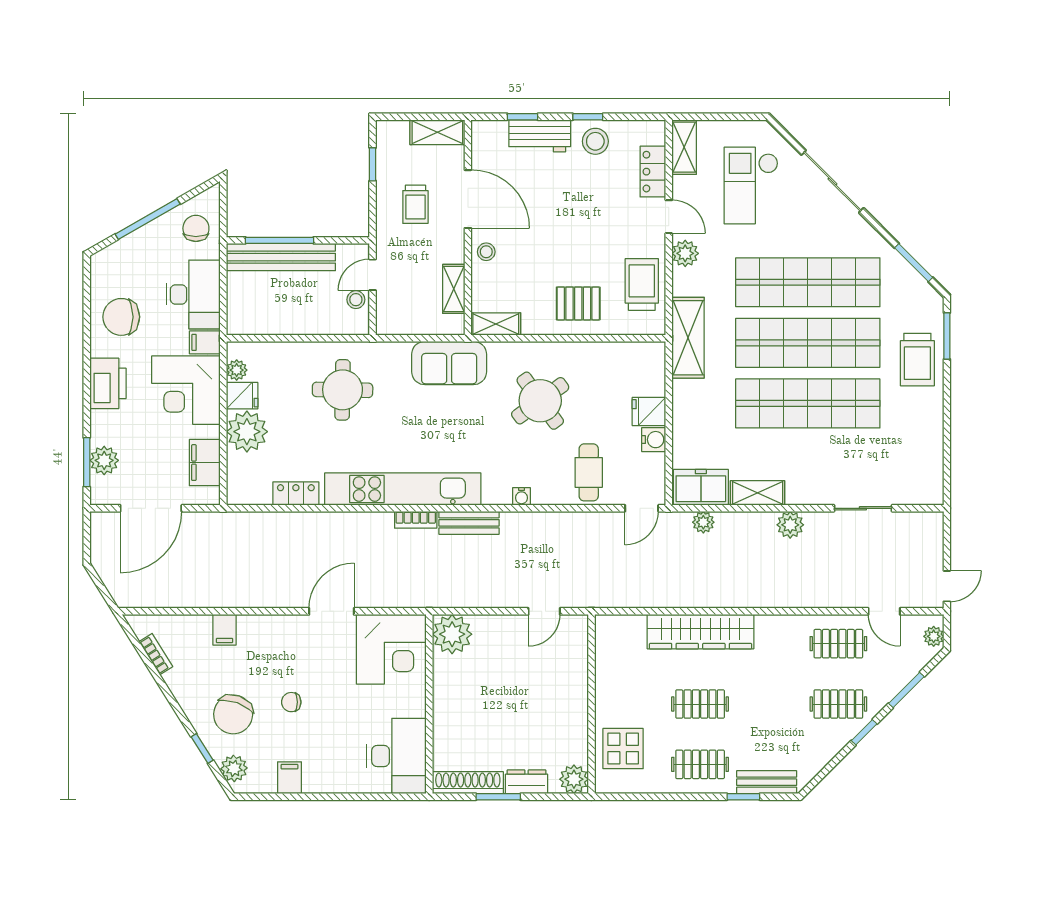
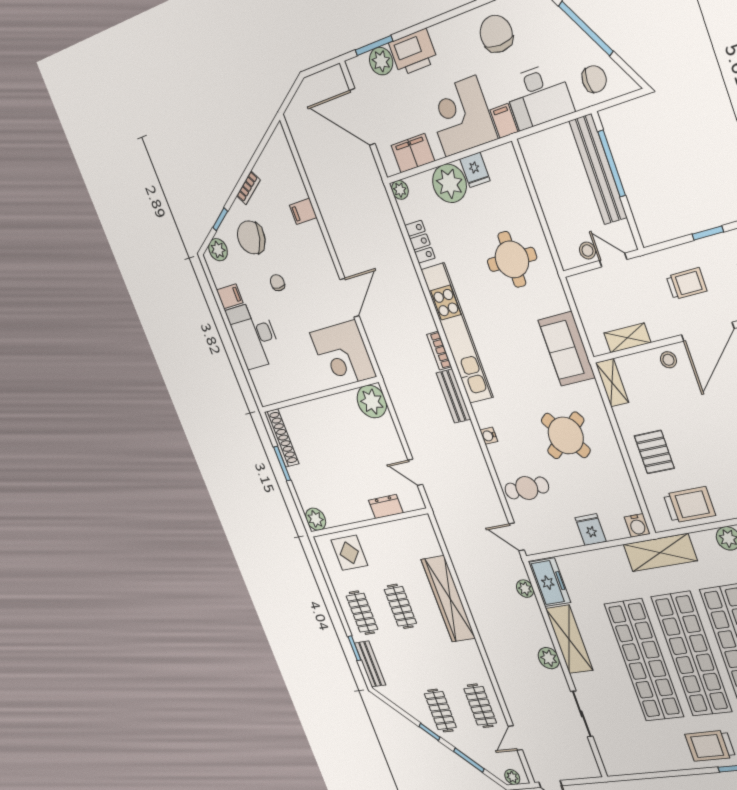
trolley: (415, 204) -> (686, 284), turned 180
plant: (237, 370) -> (400, 190), moved
printer: (108, 383) -> (413, 52), moved
water cooler: (654, 440) -> (637, 525), moved
shelving: (758, 493) -> (569, 639), width x1.50, depth x1.33
door: (331, 611) -> (349, 298), hinge flipped
bookcase: (156, 654) -> (248, 188), moved
desk: (397, 756) -> (254, 335), moved, turned 90
dresser: (527, 782) -> (386, 507), moved, turned -90

